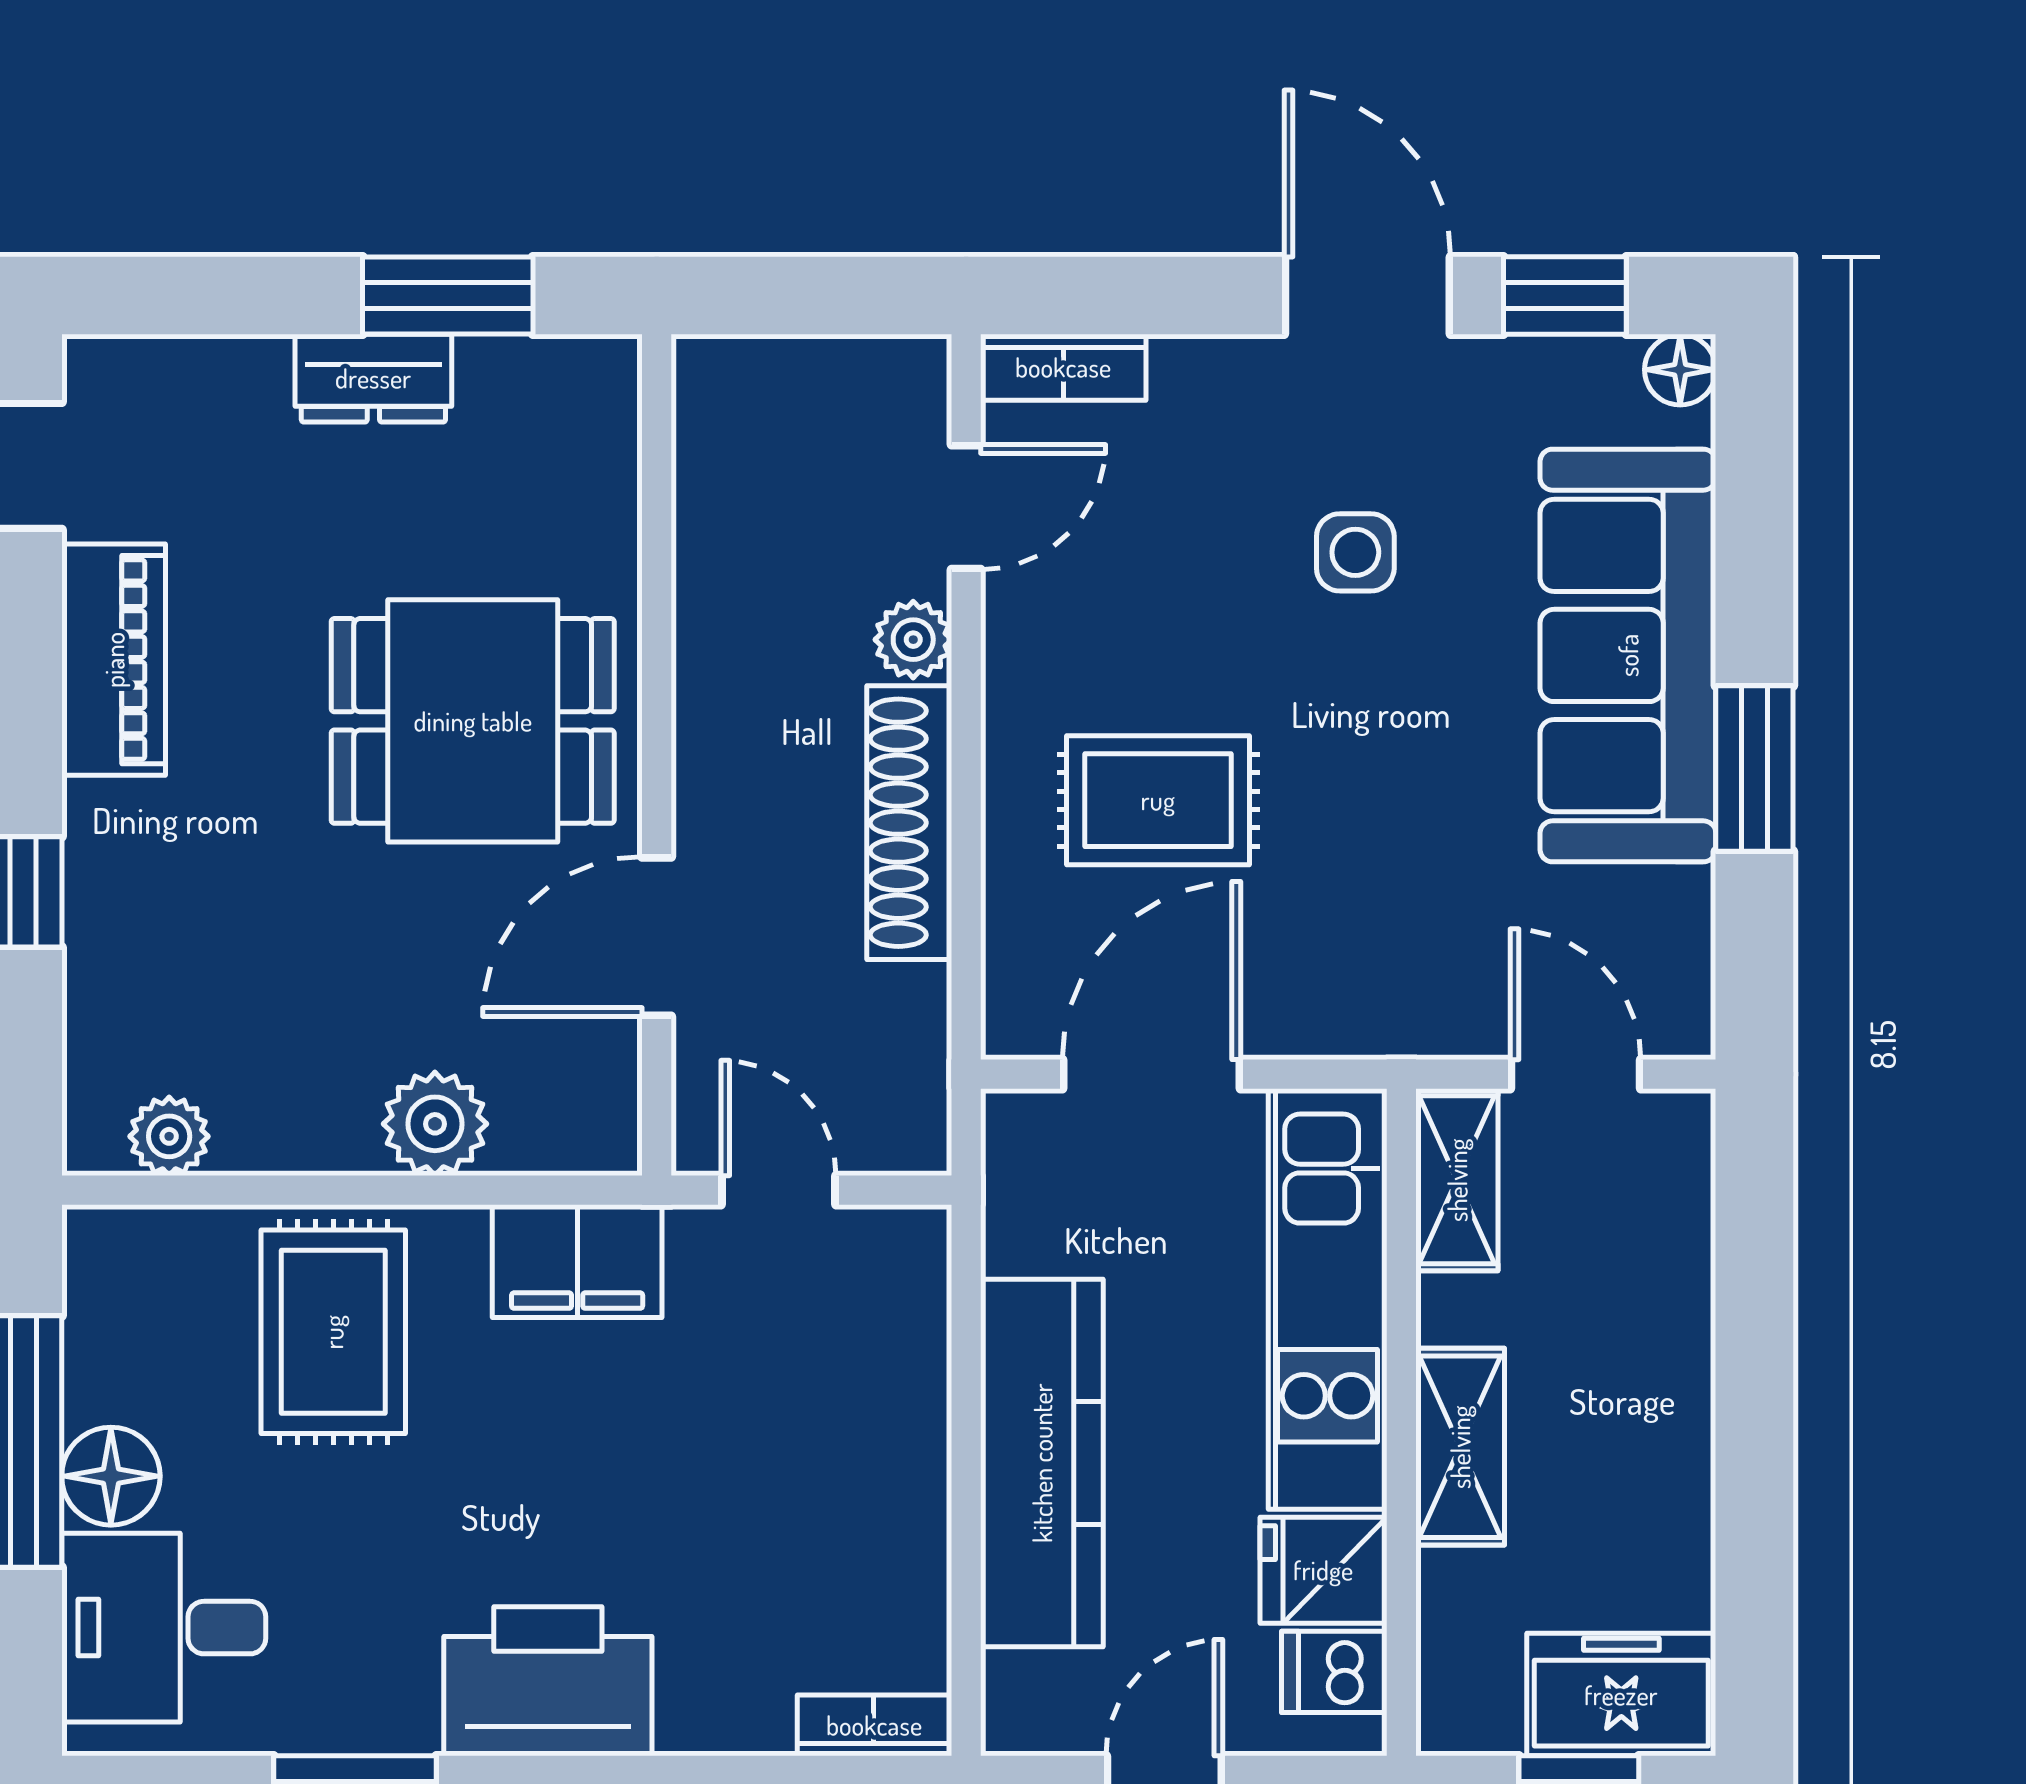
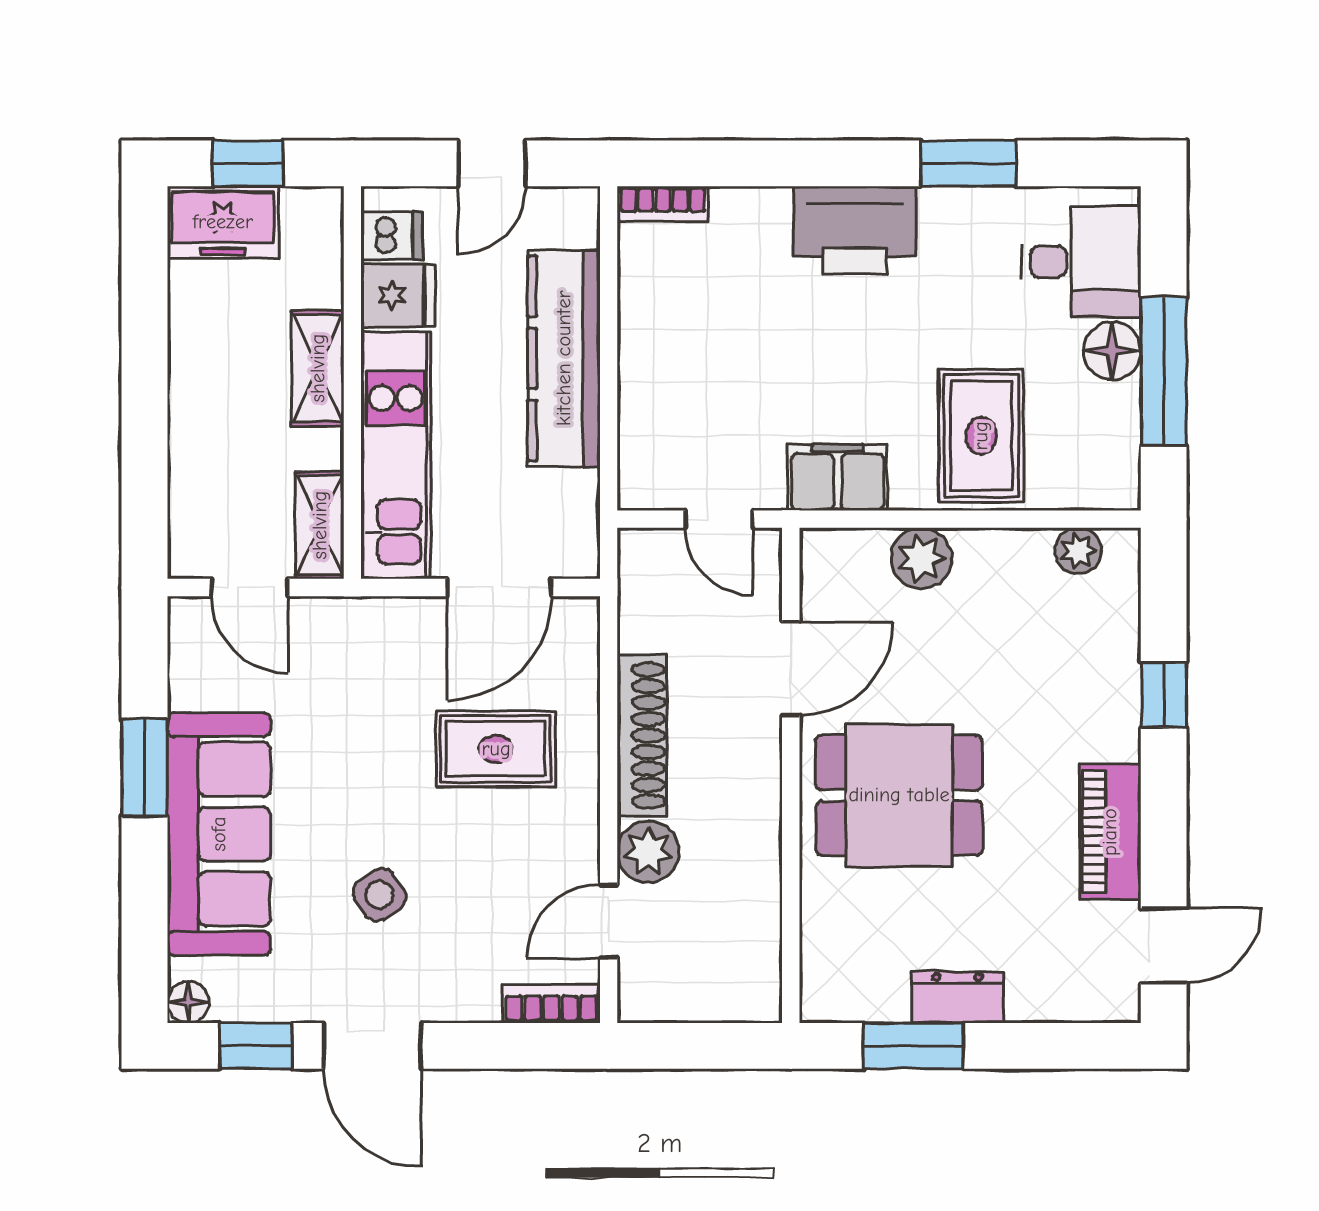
side table: (1355, 552) -> (379, 895), turned -33
plant: (913, 640) -> (648, 852), width x1.38, depth x1.38

